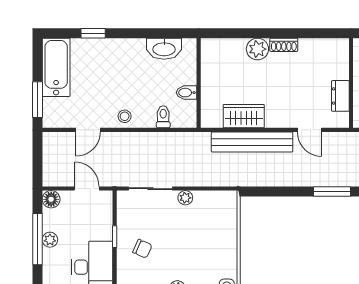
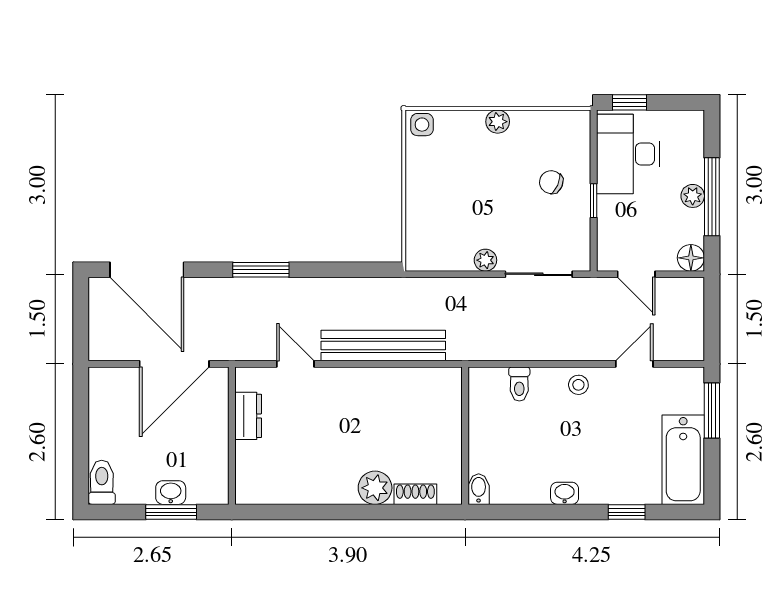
shoe rack: (284, 45) -> (415, 494), moved
washbasin: (164, 49) -> (565, 493), moved, width x0.52, depth x0.69
bidet: (187, 93) -> (479, 489), moved, turned -90
wardrobe: (244, 116) -> (396, 385), removed

